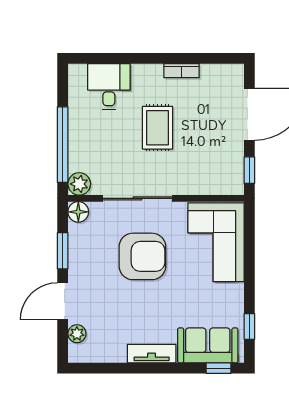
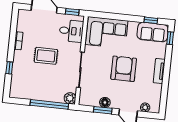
window: (126, 58) -> (9, 68), added
desk: (109, 86) -> (71, 31), moved, turned 180
floor lamp: (78, 212) -> (105, 102), moved
armchair: (142, 256) -> (124, 69), moved
sofa: (208, 345) -> (153, 32), moved, turned -90

